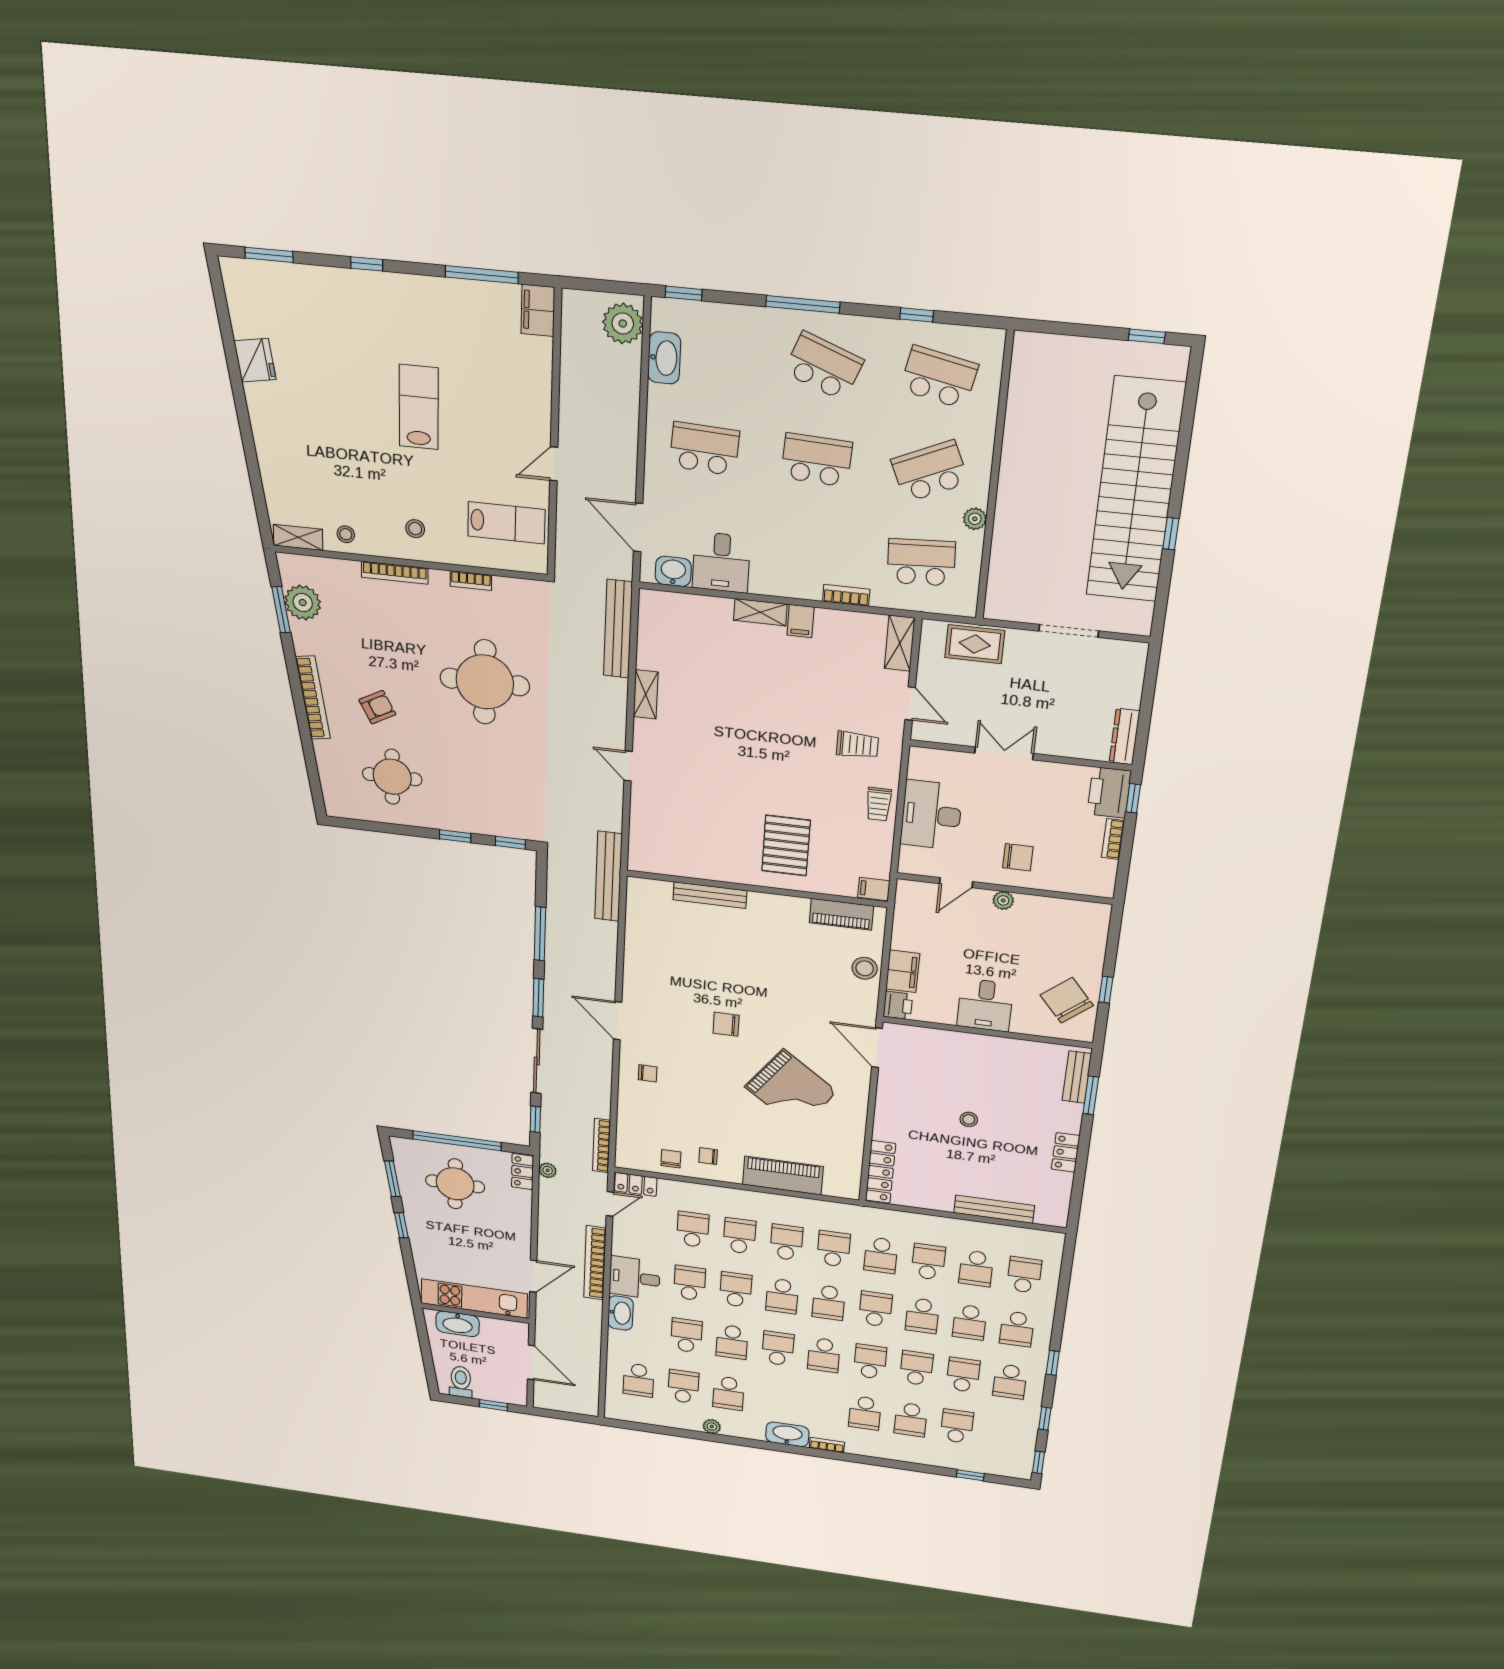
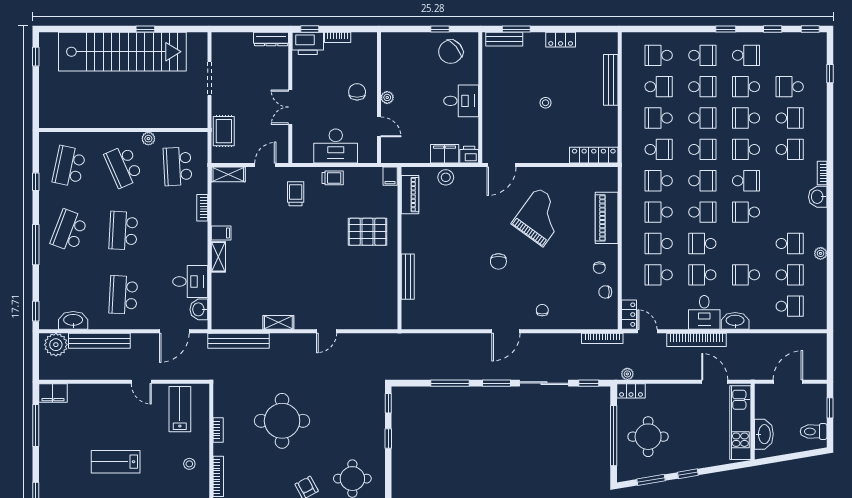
bench: (608, 876) -> (99, 341), moved
school desk: (875, 1309) -> (702, 149), turned 180
school desk: (732, 1342) -> (746, 243), removed
school desk: (683, 1387) -> (790, 275), turned 180
washbasin: (787, 1434) -> (818, 197), width x0.72

